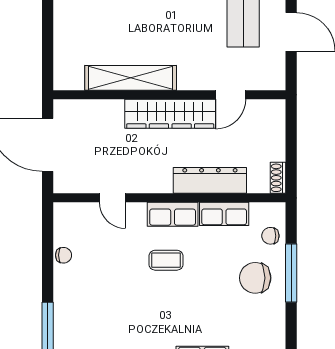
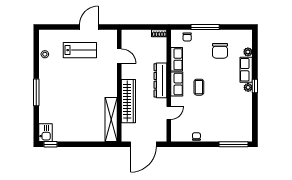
shelving: (131, 78) -> (111, 120), moved
wardrobe: (170, 114) -> (128, 101), moved
dresser: (210, 180) -> (160, 80), moved
chair: (255, 278) -> (220, 51), moved

